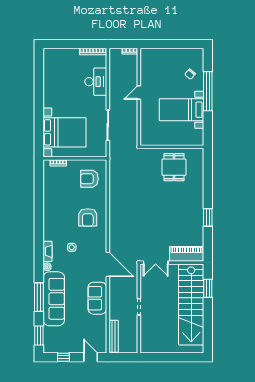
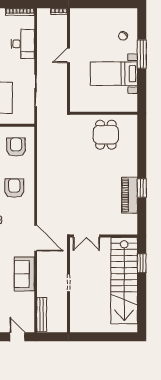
window: (208, 91) -> (142, 54), width x0.68
armchair: (89, 179) -> (16, 147), turned 90
armchair: (88, 217) -> (14, 188), turned 180
piano: (187, 254) -> (129, 195), moved, turned -90

